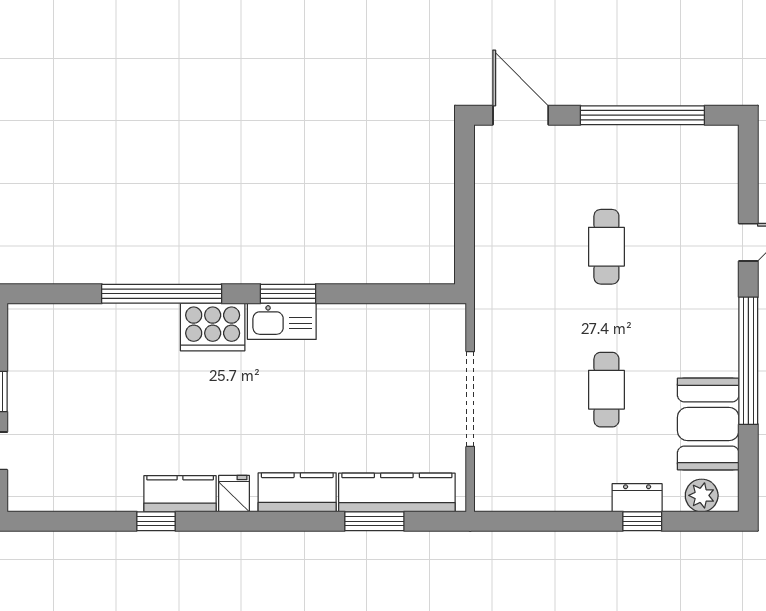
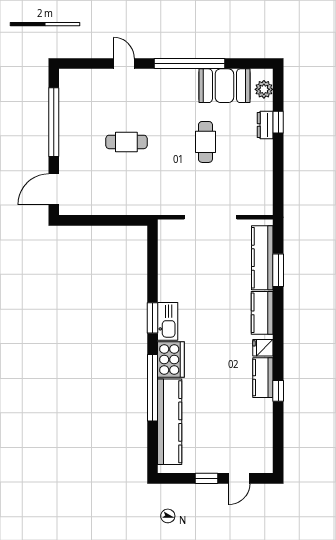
kitchen counter: (100, 325) -> (170, 422), added
cafe table: (606, 390) -> (205, 142), turned 90

